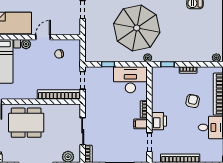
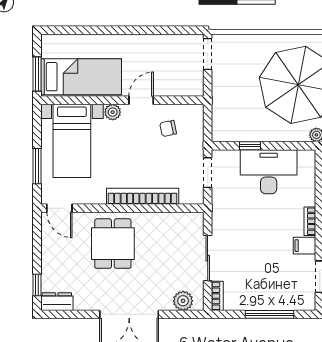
desk: (130, 80) -> (269, 172), moved
bookcase: (59, 94) -> (143, 196), moved
dining table: (26, 123) -> (113, 244), width x0.73

